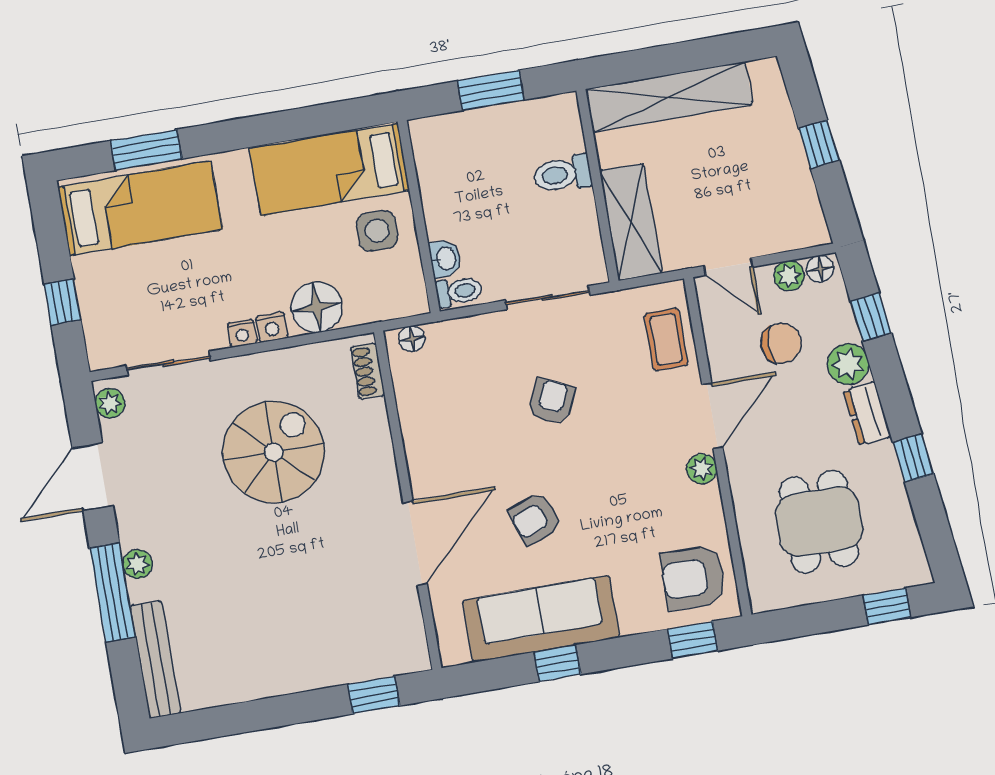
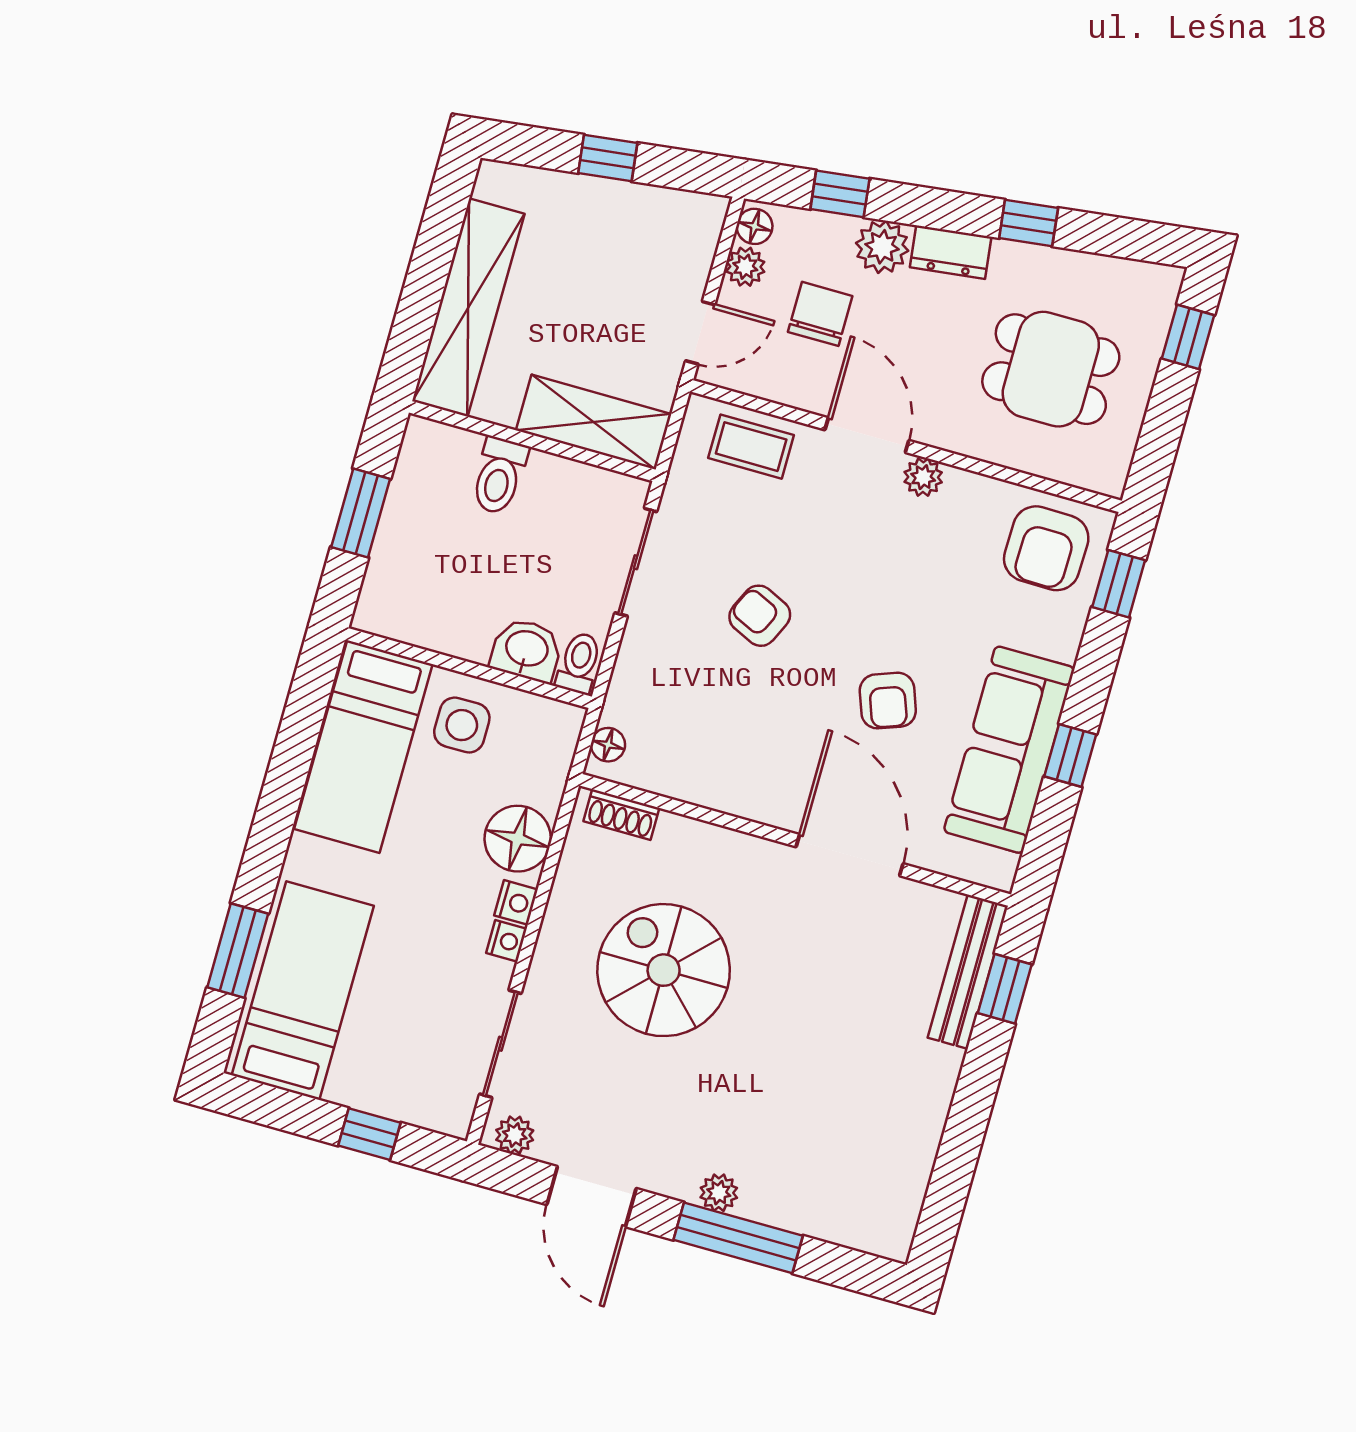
washbasin: (445, 259) -> (526, 650), width x1.38, depth x1.45
bench: (156, 660) -> (968, 972), moved, turned 90

